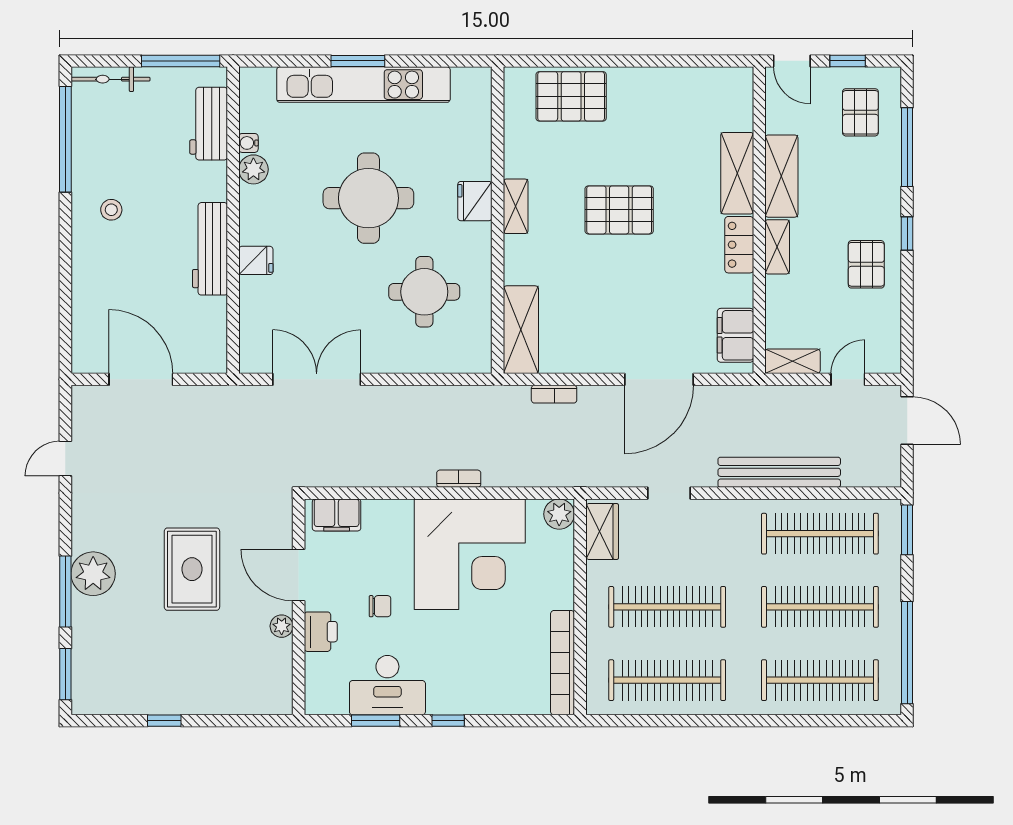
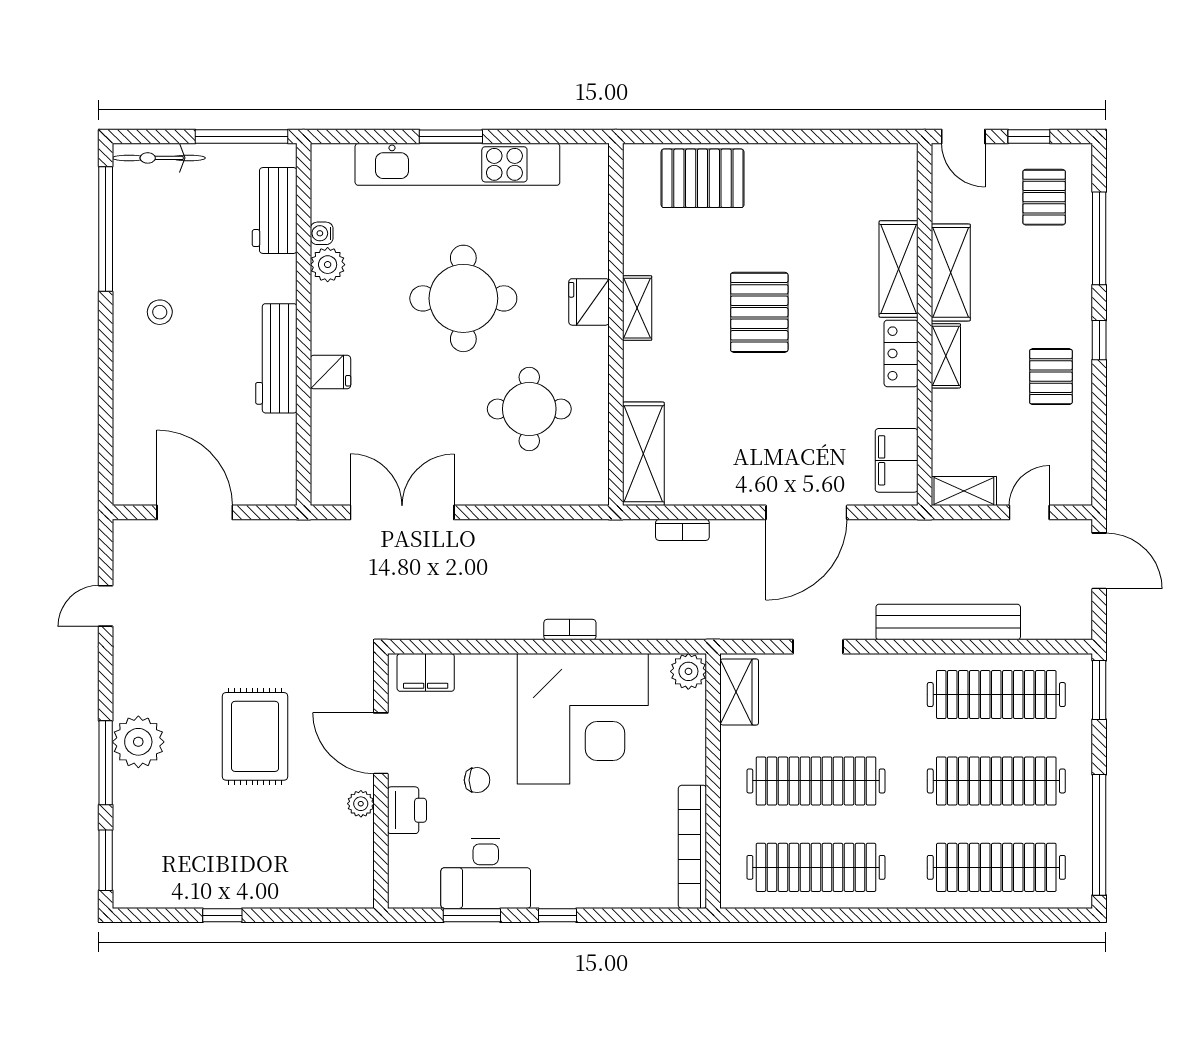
pallet: (619, 210) -> (759, 312), turned 90

